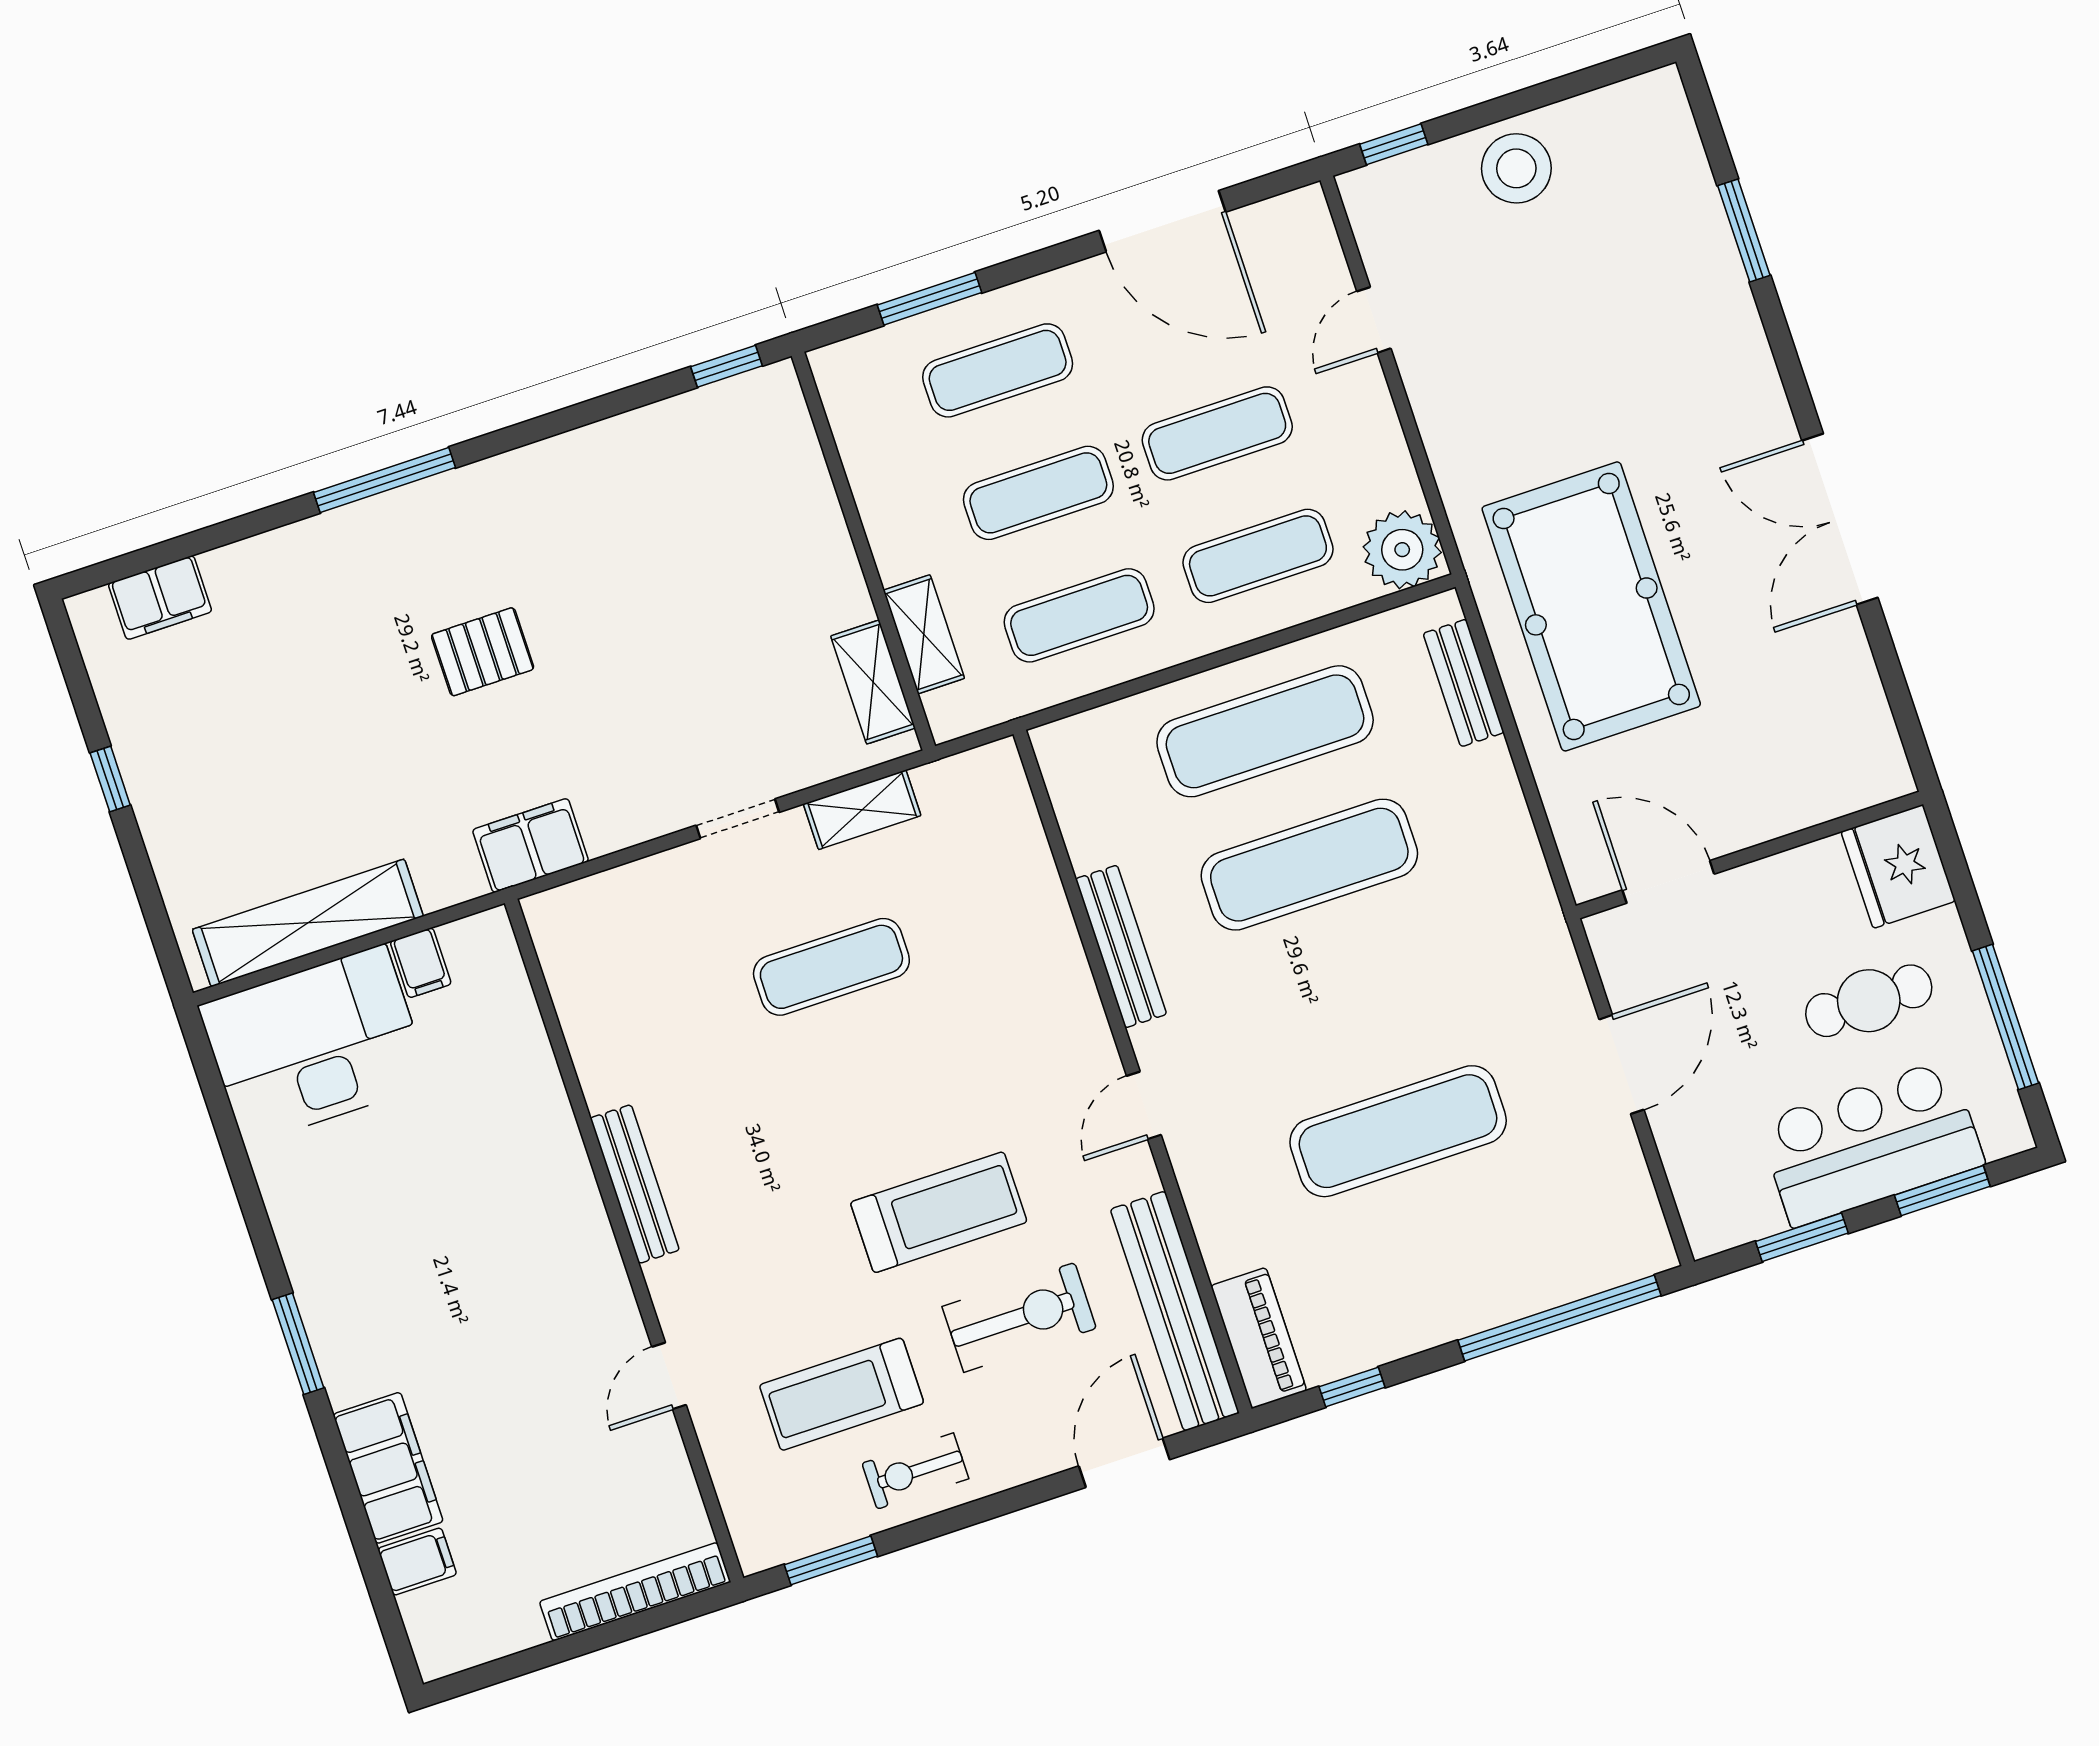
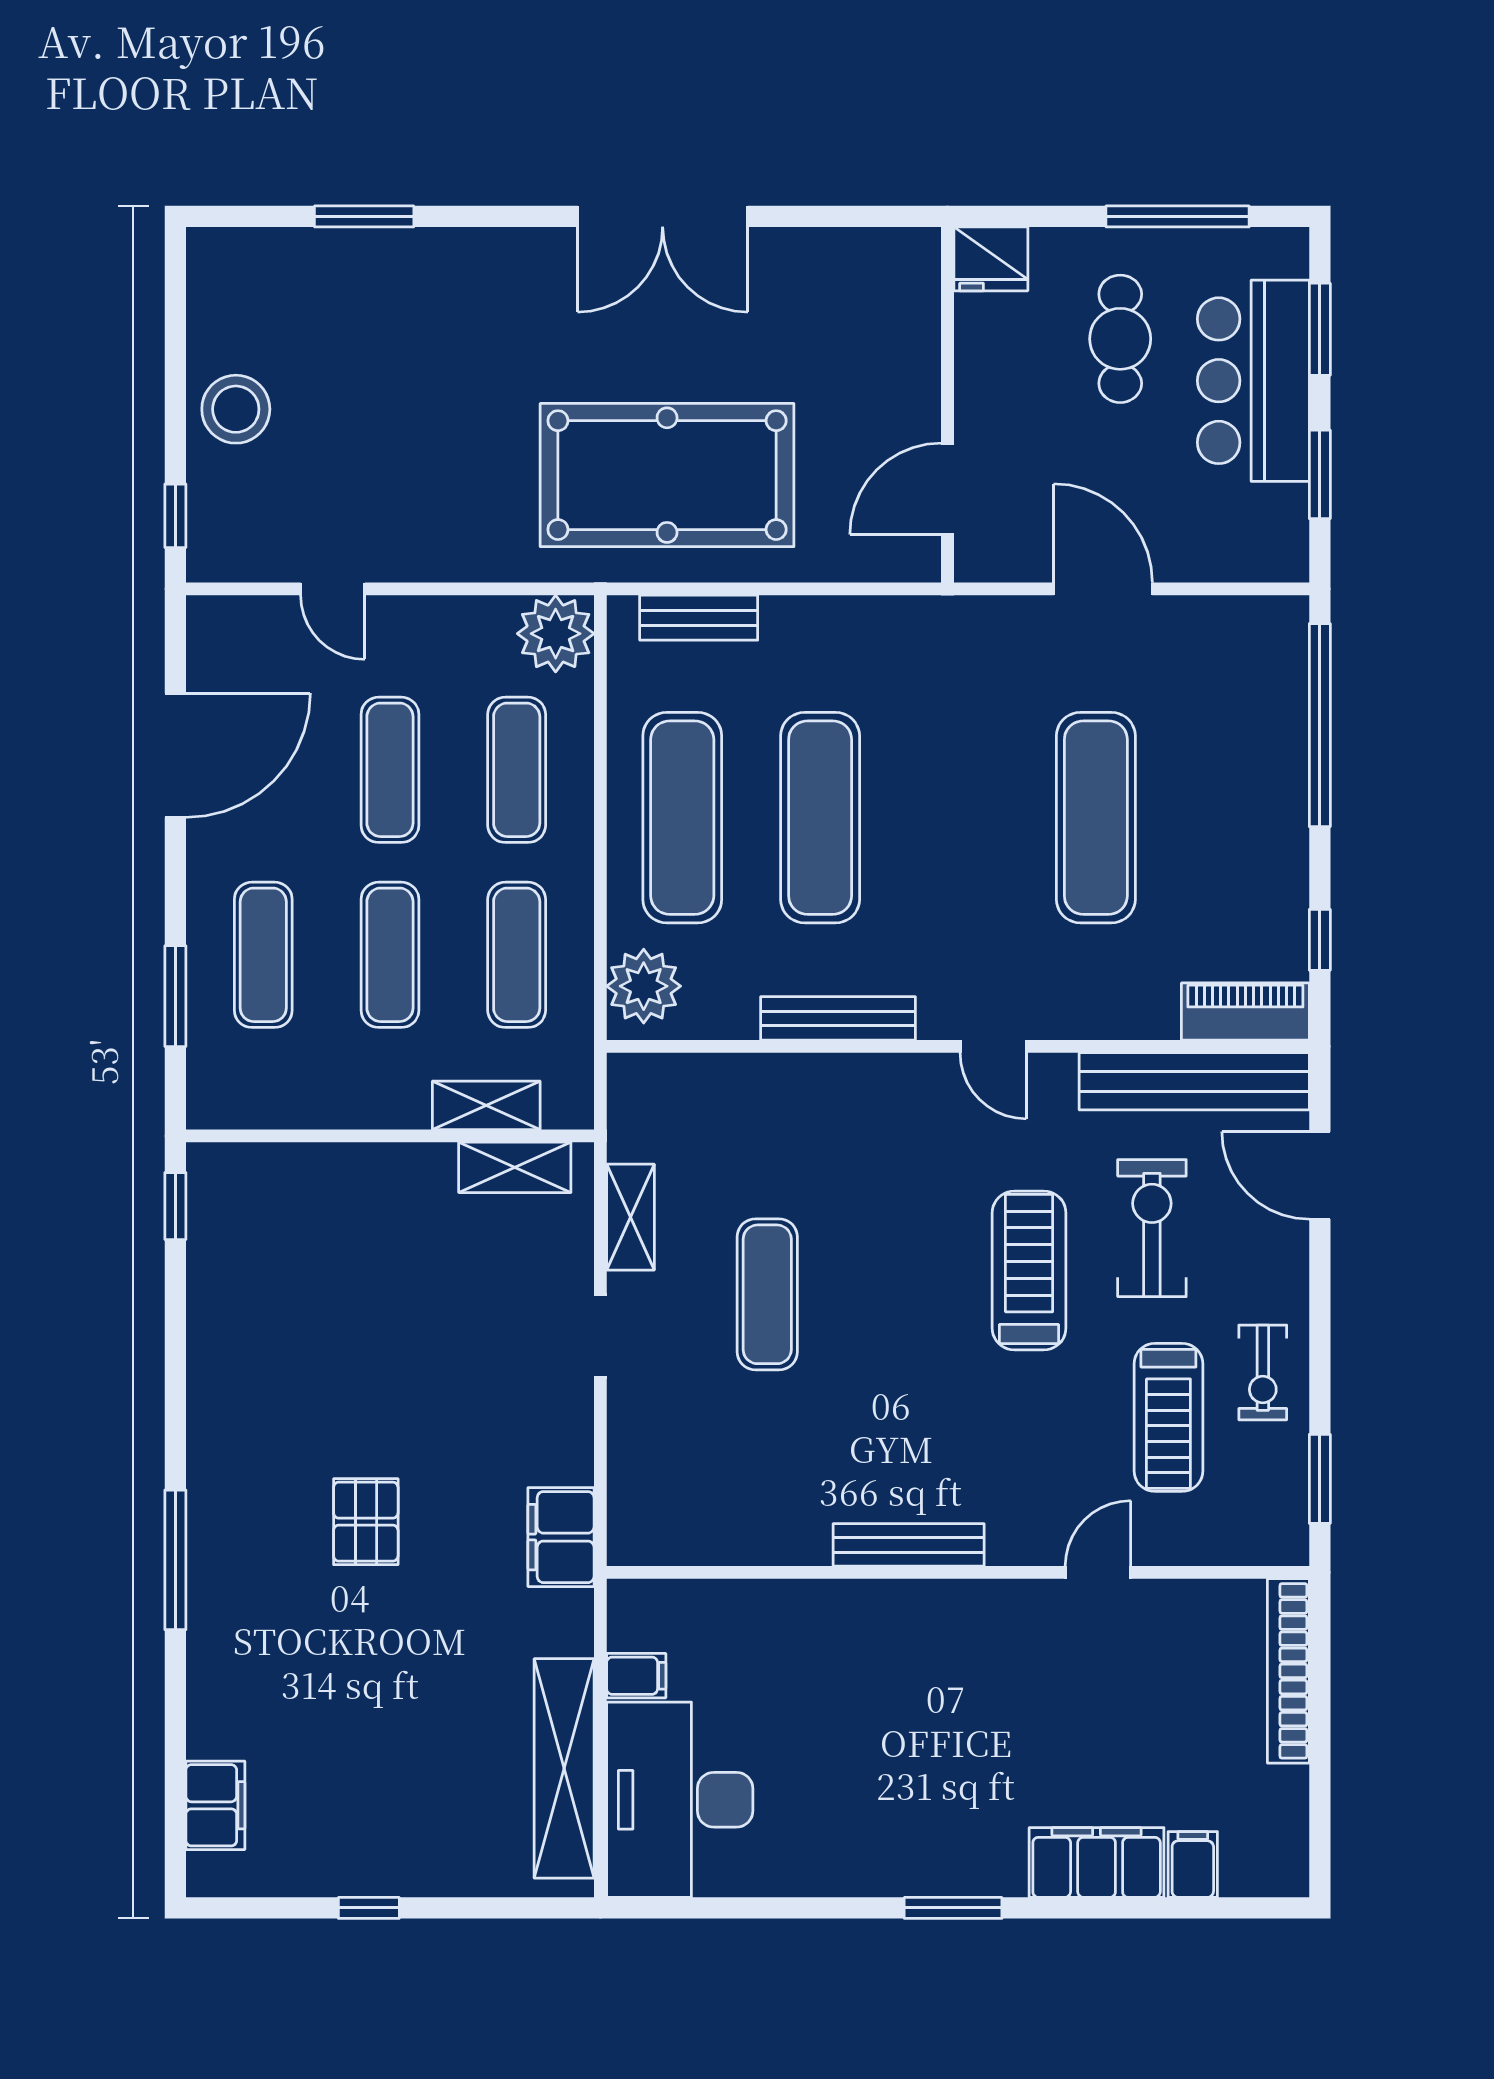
plant: (1090, 748) -> (644, 986), added
fridge: (1898, 866) -> (991, 259), width x0.73, depth x0.75
door: (669, 1376) -> (1098, 1572), swing flipped

